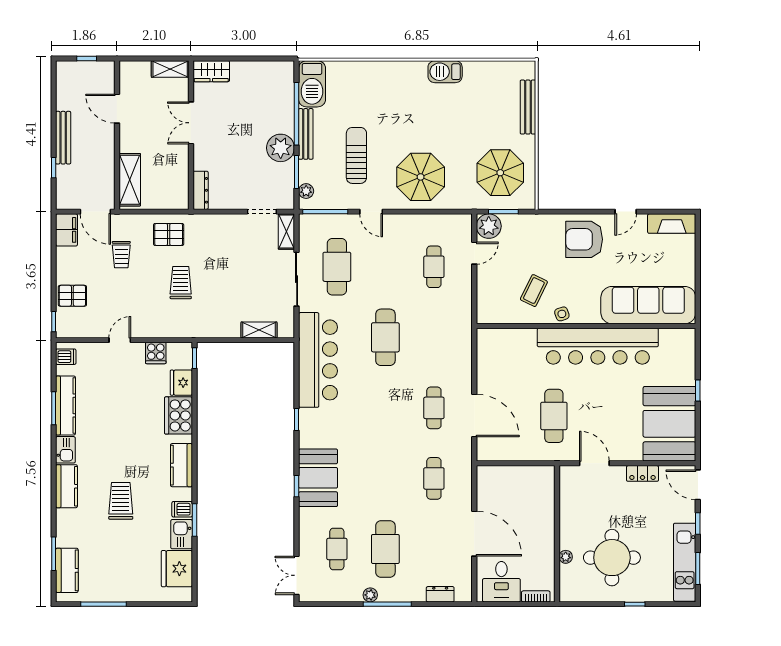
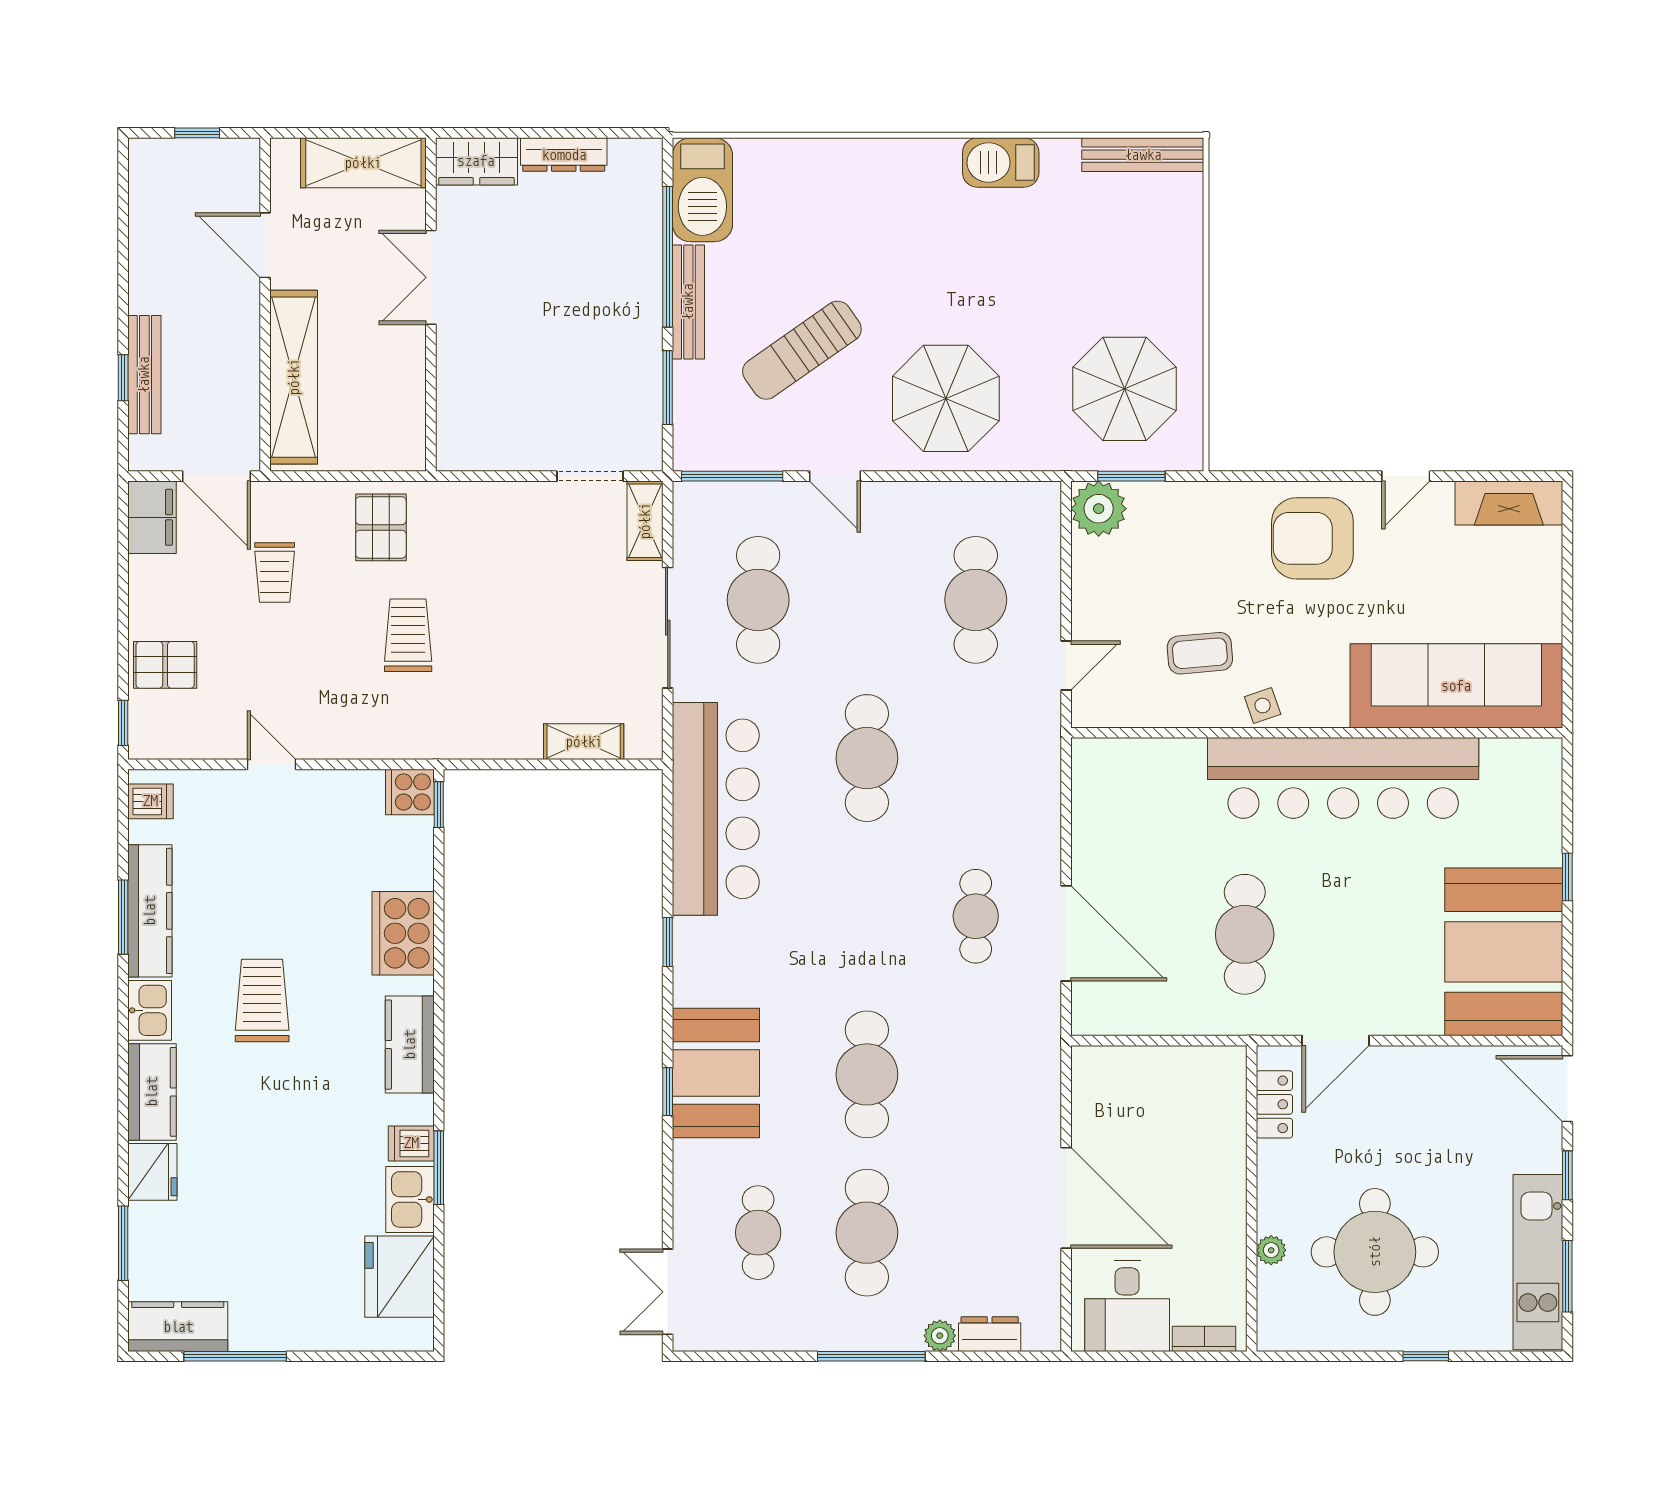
shelving: (170, 69) -> (363, 163), width x1.50, depth x1.33
bench: (528, 107) -> (1143, 155), moved, turned 90
bench: (63, 138) -> (144, 375), moved
plant: (281, 148) -> (632, 333), removed
sun lounger: (356, 155) -> (802, 350), turned -125
shelving: (130, 180) -> (294, 377), width x1.47
dresser: (201, 190) -> (564, 155), moved, turned 90
plant: (306, 191) -> (689, 430), removed
pallet: (169, 234) -> (381, 527), turned 90
door: (474, 253) -> (1066, 665), moved
cafe table: (434, 267) -> (976, 600), width x1.37, depth x1.35
coffee table: (534, 291) -> (1200, 653), turned 59
door: (120, 340) -> (271, 764), hinge flipped
cooker: (156, 353) -> (410, 792), moved, turned 90
fridge: (181, 383) -> (152, 1172), moved, turned 180
door: (594, 463) -> (1335, 1041), swing flipped
locker: (643, 473) -> (1274, 1104), moved, turned -90
cafe table: (434, 478) -> (867, 1074), moved, width x1.37, depth x1.35
trolley: (121, 501) -> (262, 1001), moved
kitchen counter: (67, 570) -> (178, 1327), moved, turned -90
plant: (370, 595) -> (940, 1336), moved

